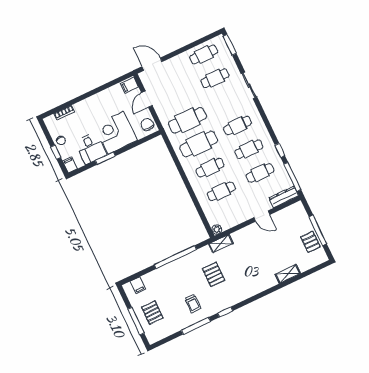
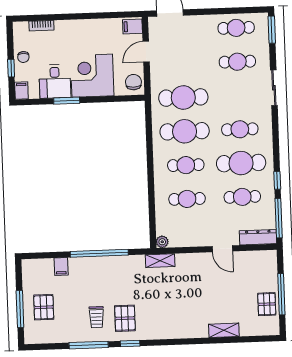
cafe table: (249, 149) -> (241, 163), width x1.37, depth x1.35
pallet: (214, 274) -> (125, 318), moved
filing cabinet: (138, 285) -> (61, 267), moved

